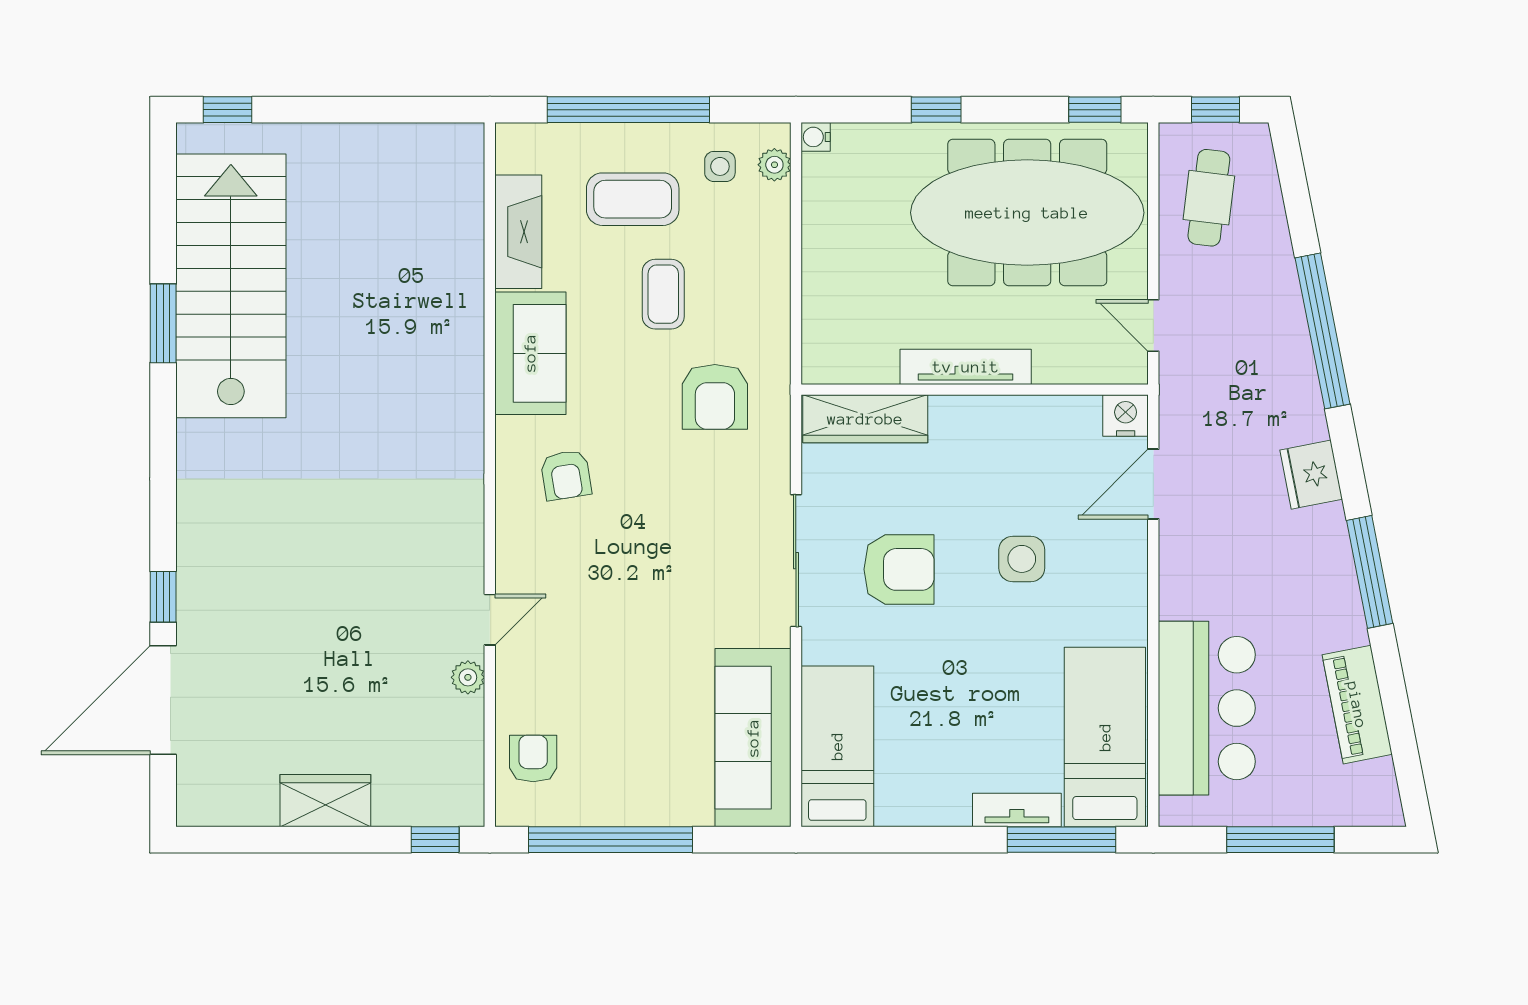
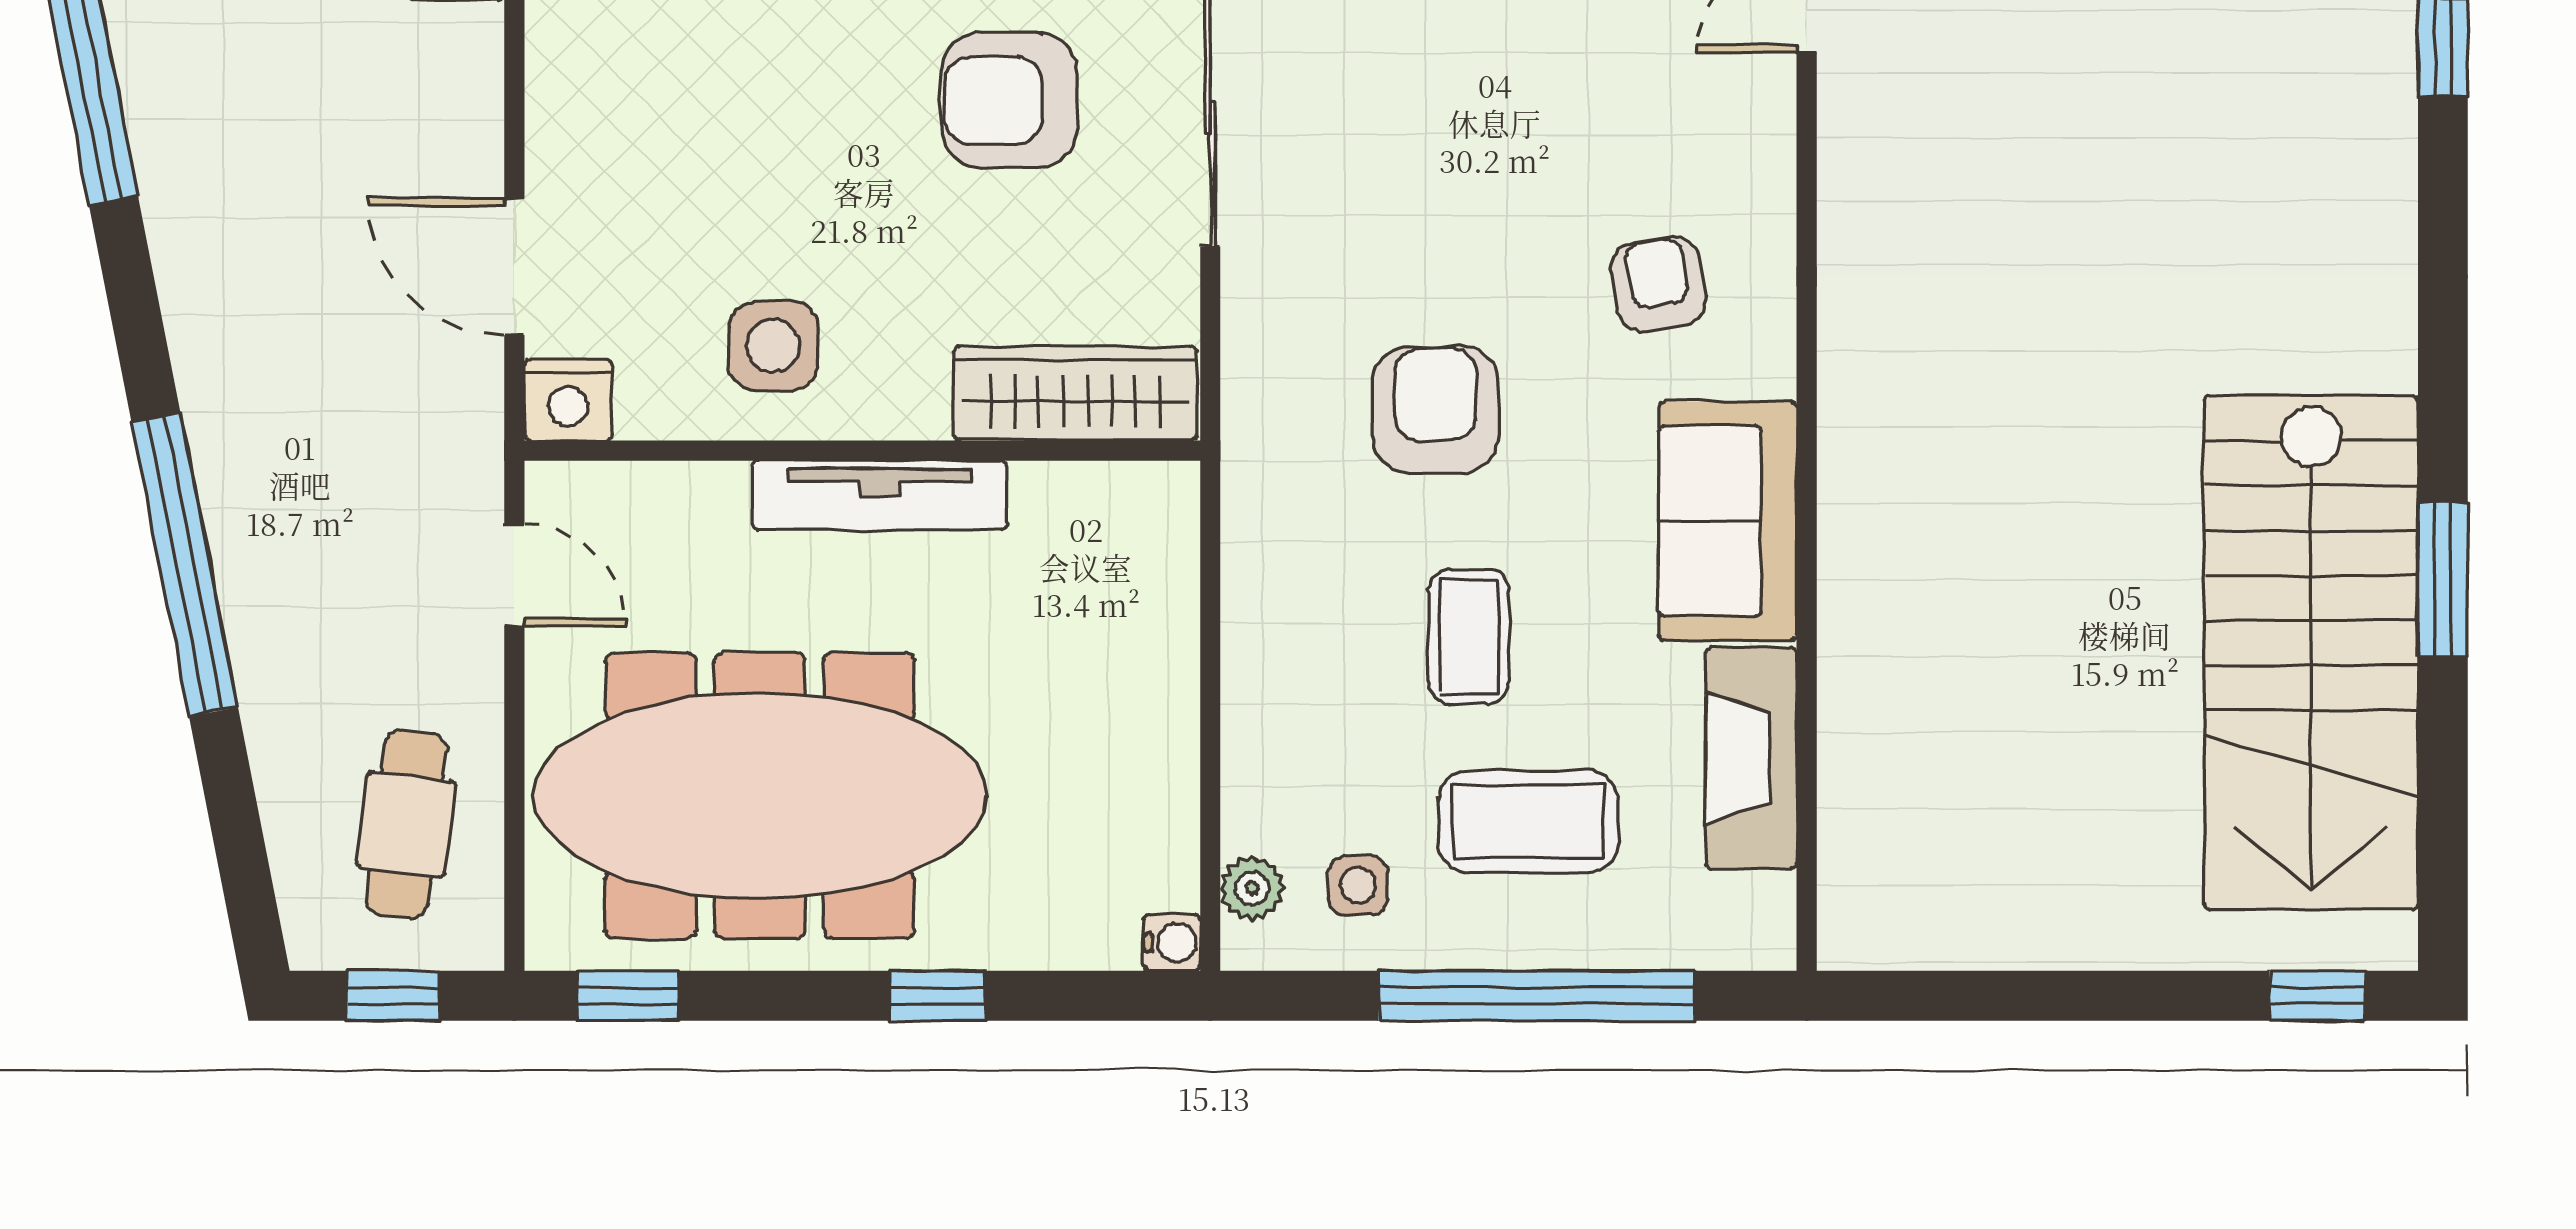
armchair: (715, 397) -> (1436, 410), moved
fridge: (1311, 475) -> (207, 285), removed
door: (1153, 484) -> (514, 267), swing flipped
side table: (1022, 559) -> (773, 346), moved

